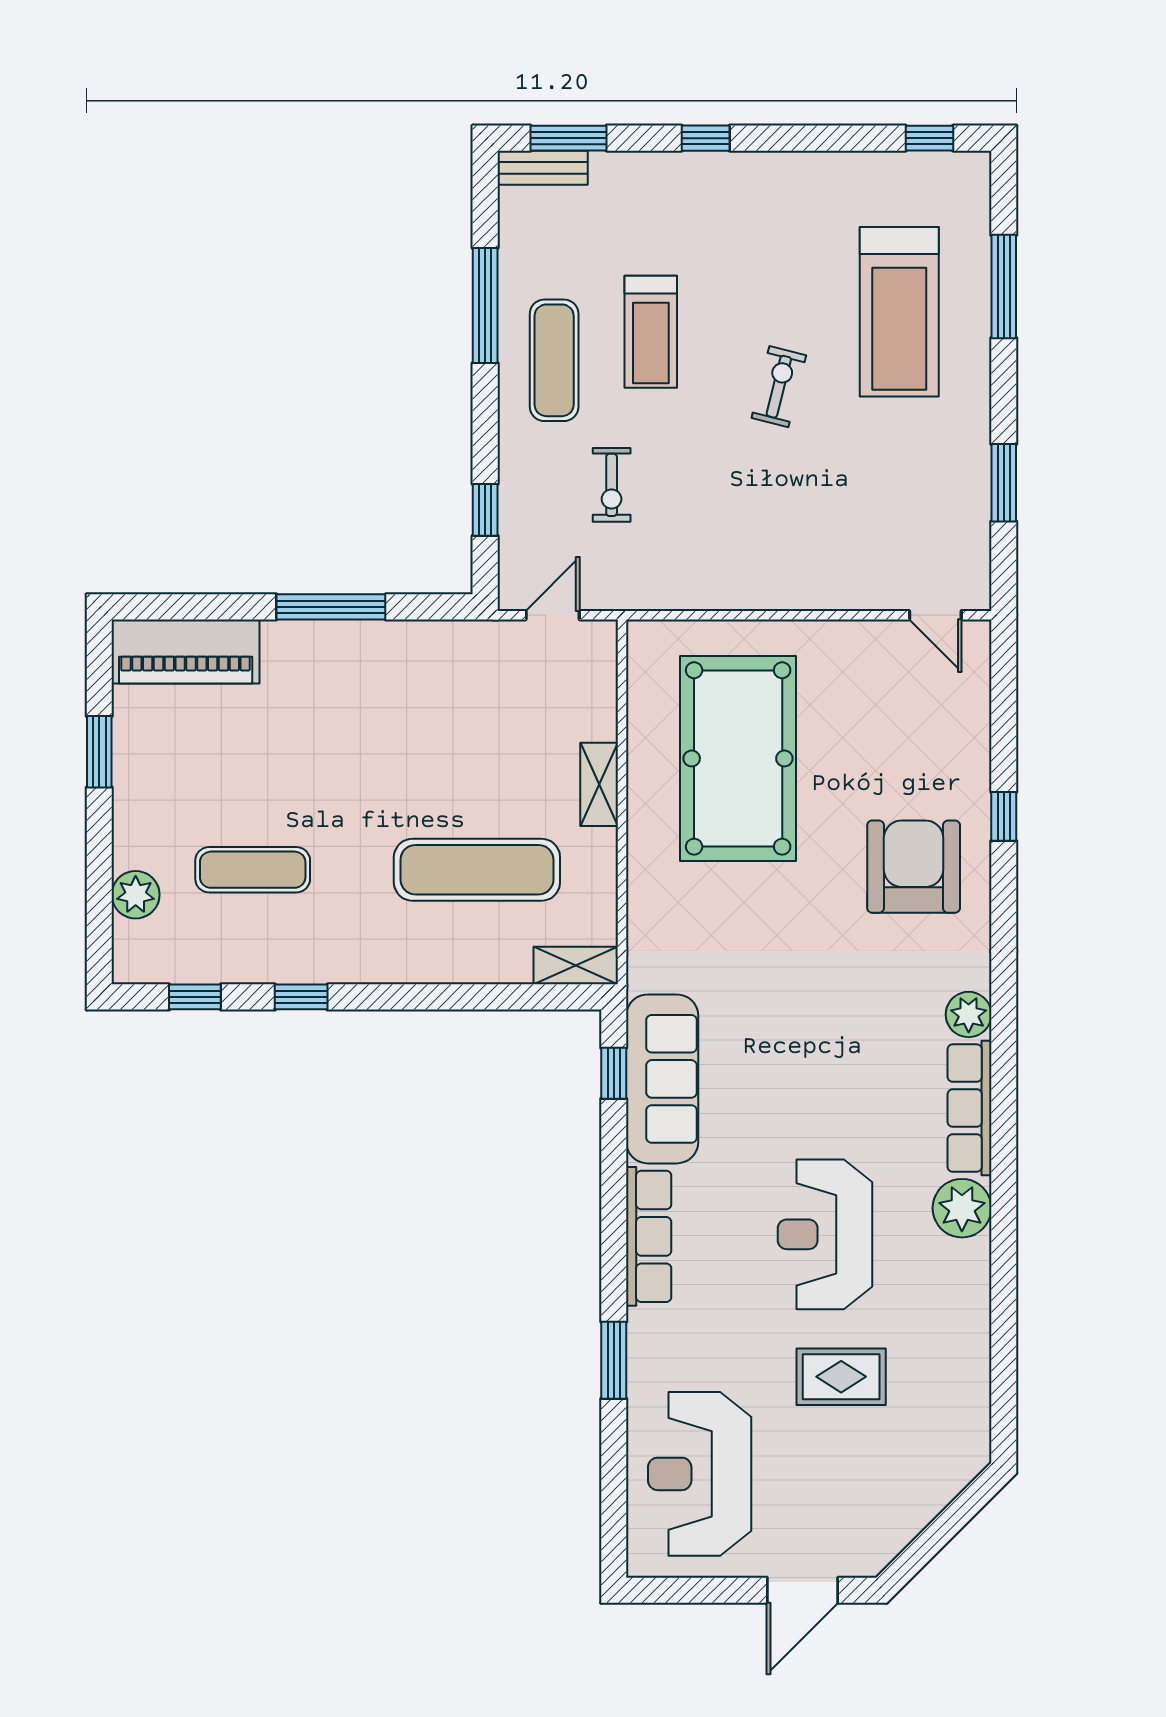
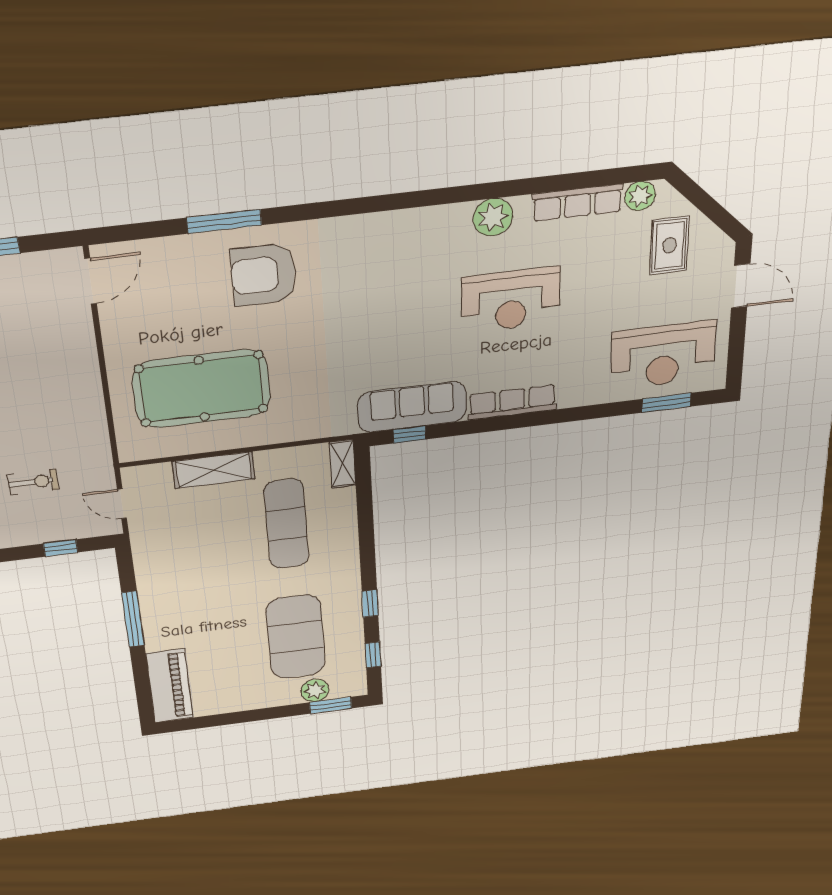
door: (935, 615) -> (91, 281), width x1.38
window: (99, 752) -> (331, 705), moved
shelving: (599, 784) -> (214, 470), width x1.50, depth x1.33
window: (1004, 816) -> (224, 221), width x2.17
exercise mat: (253, 870) -> (296, 637), width x2.00, depth x1.45
plant: (969, 1014) -> (640, 196), moved
row of seats: (970, 1108) -> (577, 203), moved
window: (614, 1360) -> (666, 403), moved
rug: (841, 1377) -> (669, 245), moved

